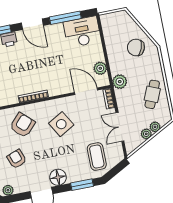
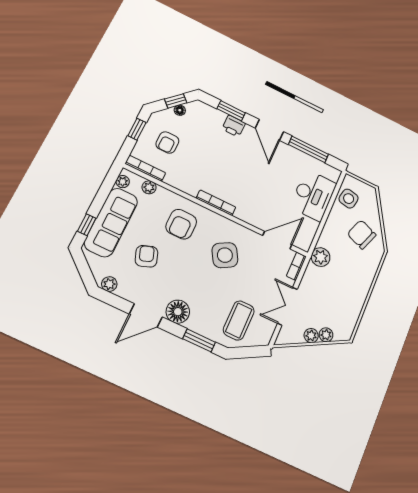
side table: (112, 30) -> (349, 199), added
desk: (82, 32) -> (313, 195), moved, turned 90
plant: (100, 68) -> (309, 228), removed
door: (86, 91) -> (277, 240), hinge flipped
cafe table: (152, 94) -> (346, 297), removed
armchair: (22, 125) -> (181, 224), turned 137

